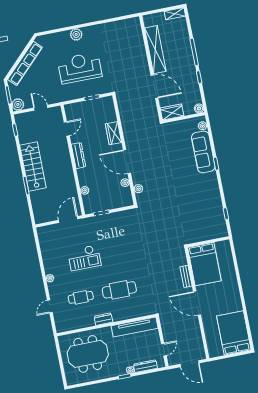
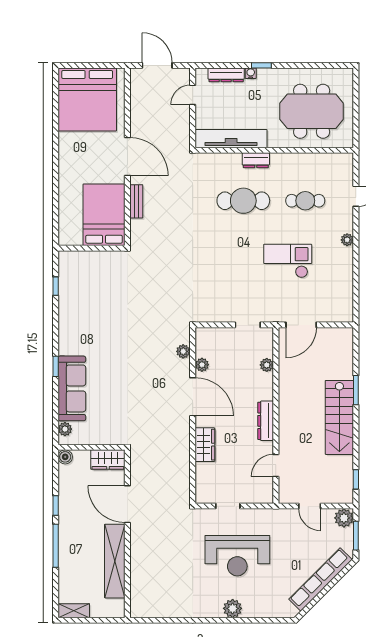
dresser: (103, 319) -> (256, 160), moved
bed: (234, 333) -> (87, 100), width x1.36

